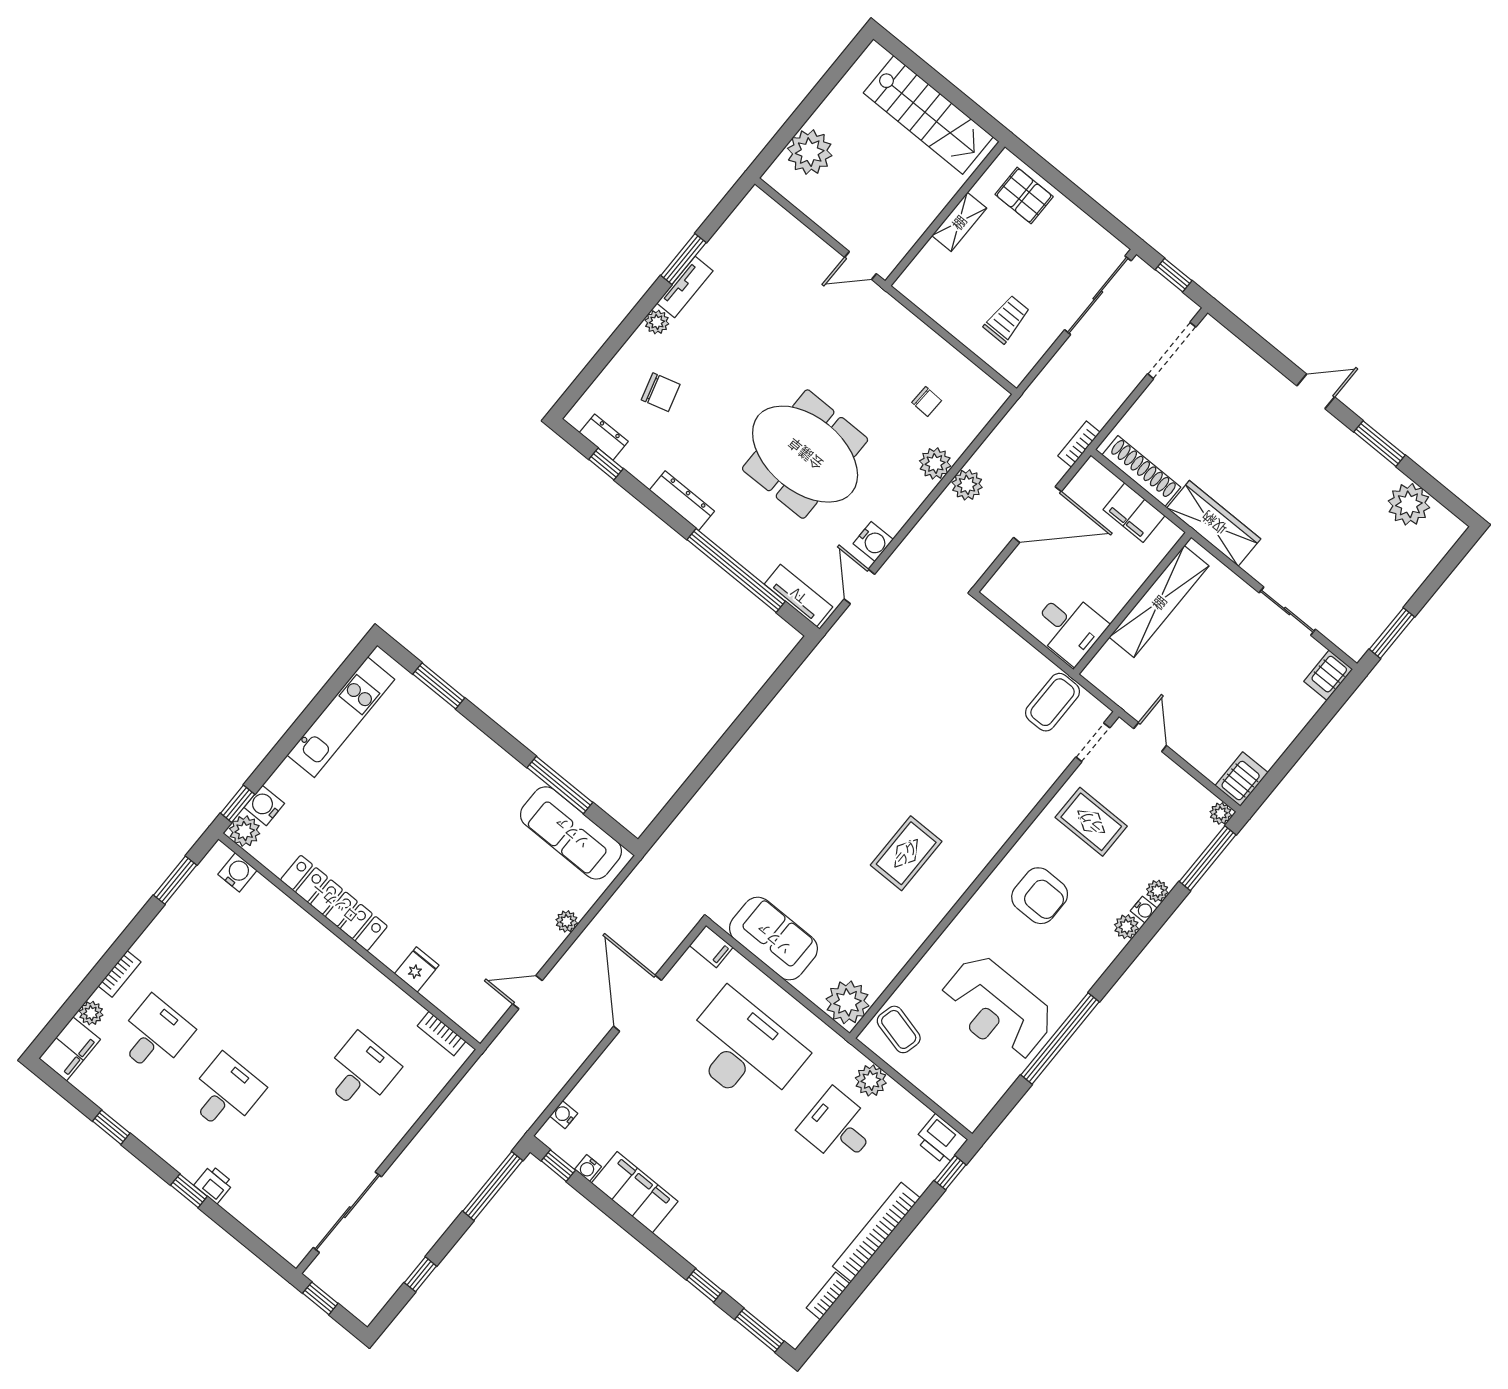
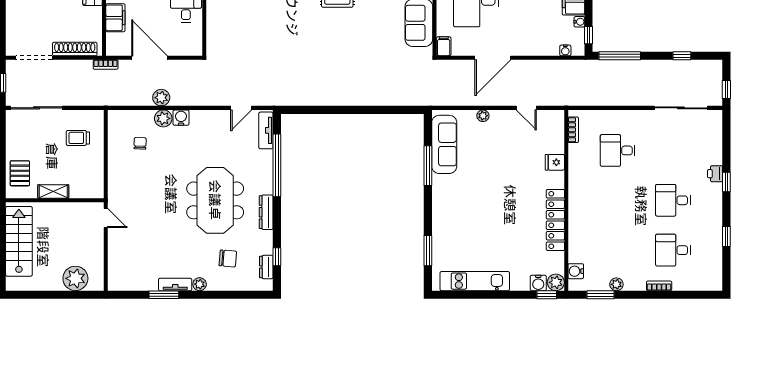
chair: (661, 392) -> (228, 258), turned 111
meeting table: (805, 454) -> (215, 200), moved
shoe rack: (1141, 471) -> (75, 49), moved, turned 90
water cooler: (873, 542) -> (181, 118), moved
plant: (91, 1013) -> (616, 284), moved
filing cabinet: (70, 1049) -> (708, 281), removed

